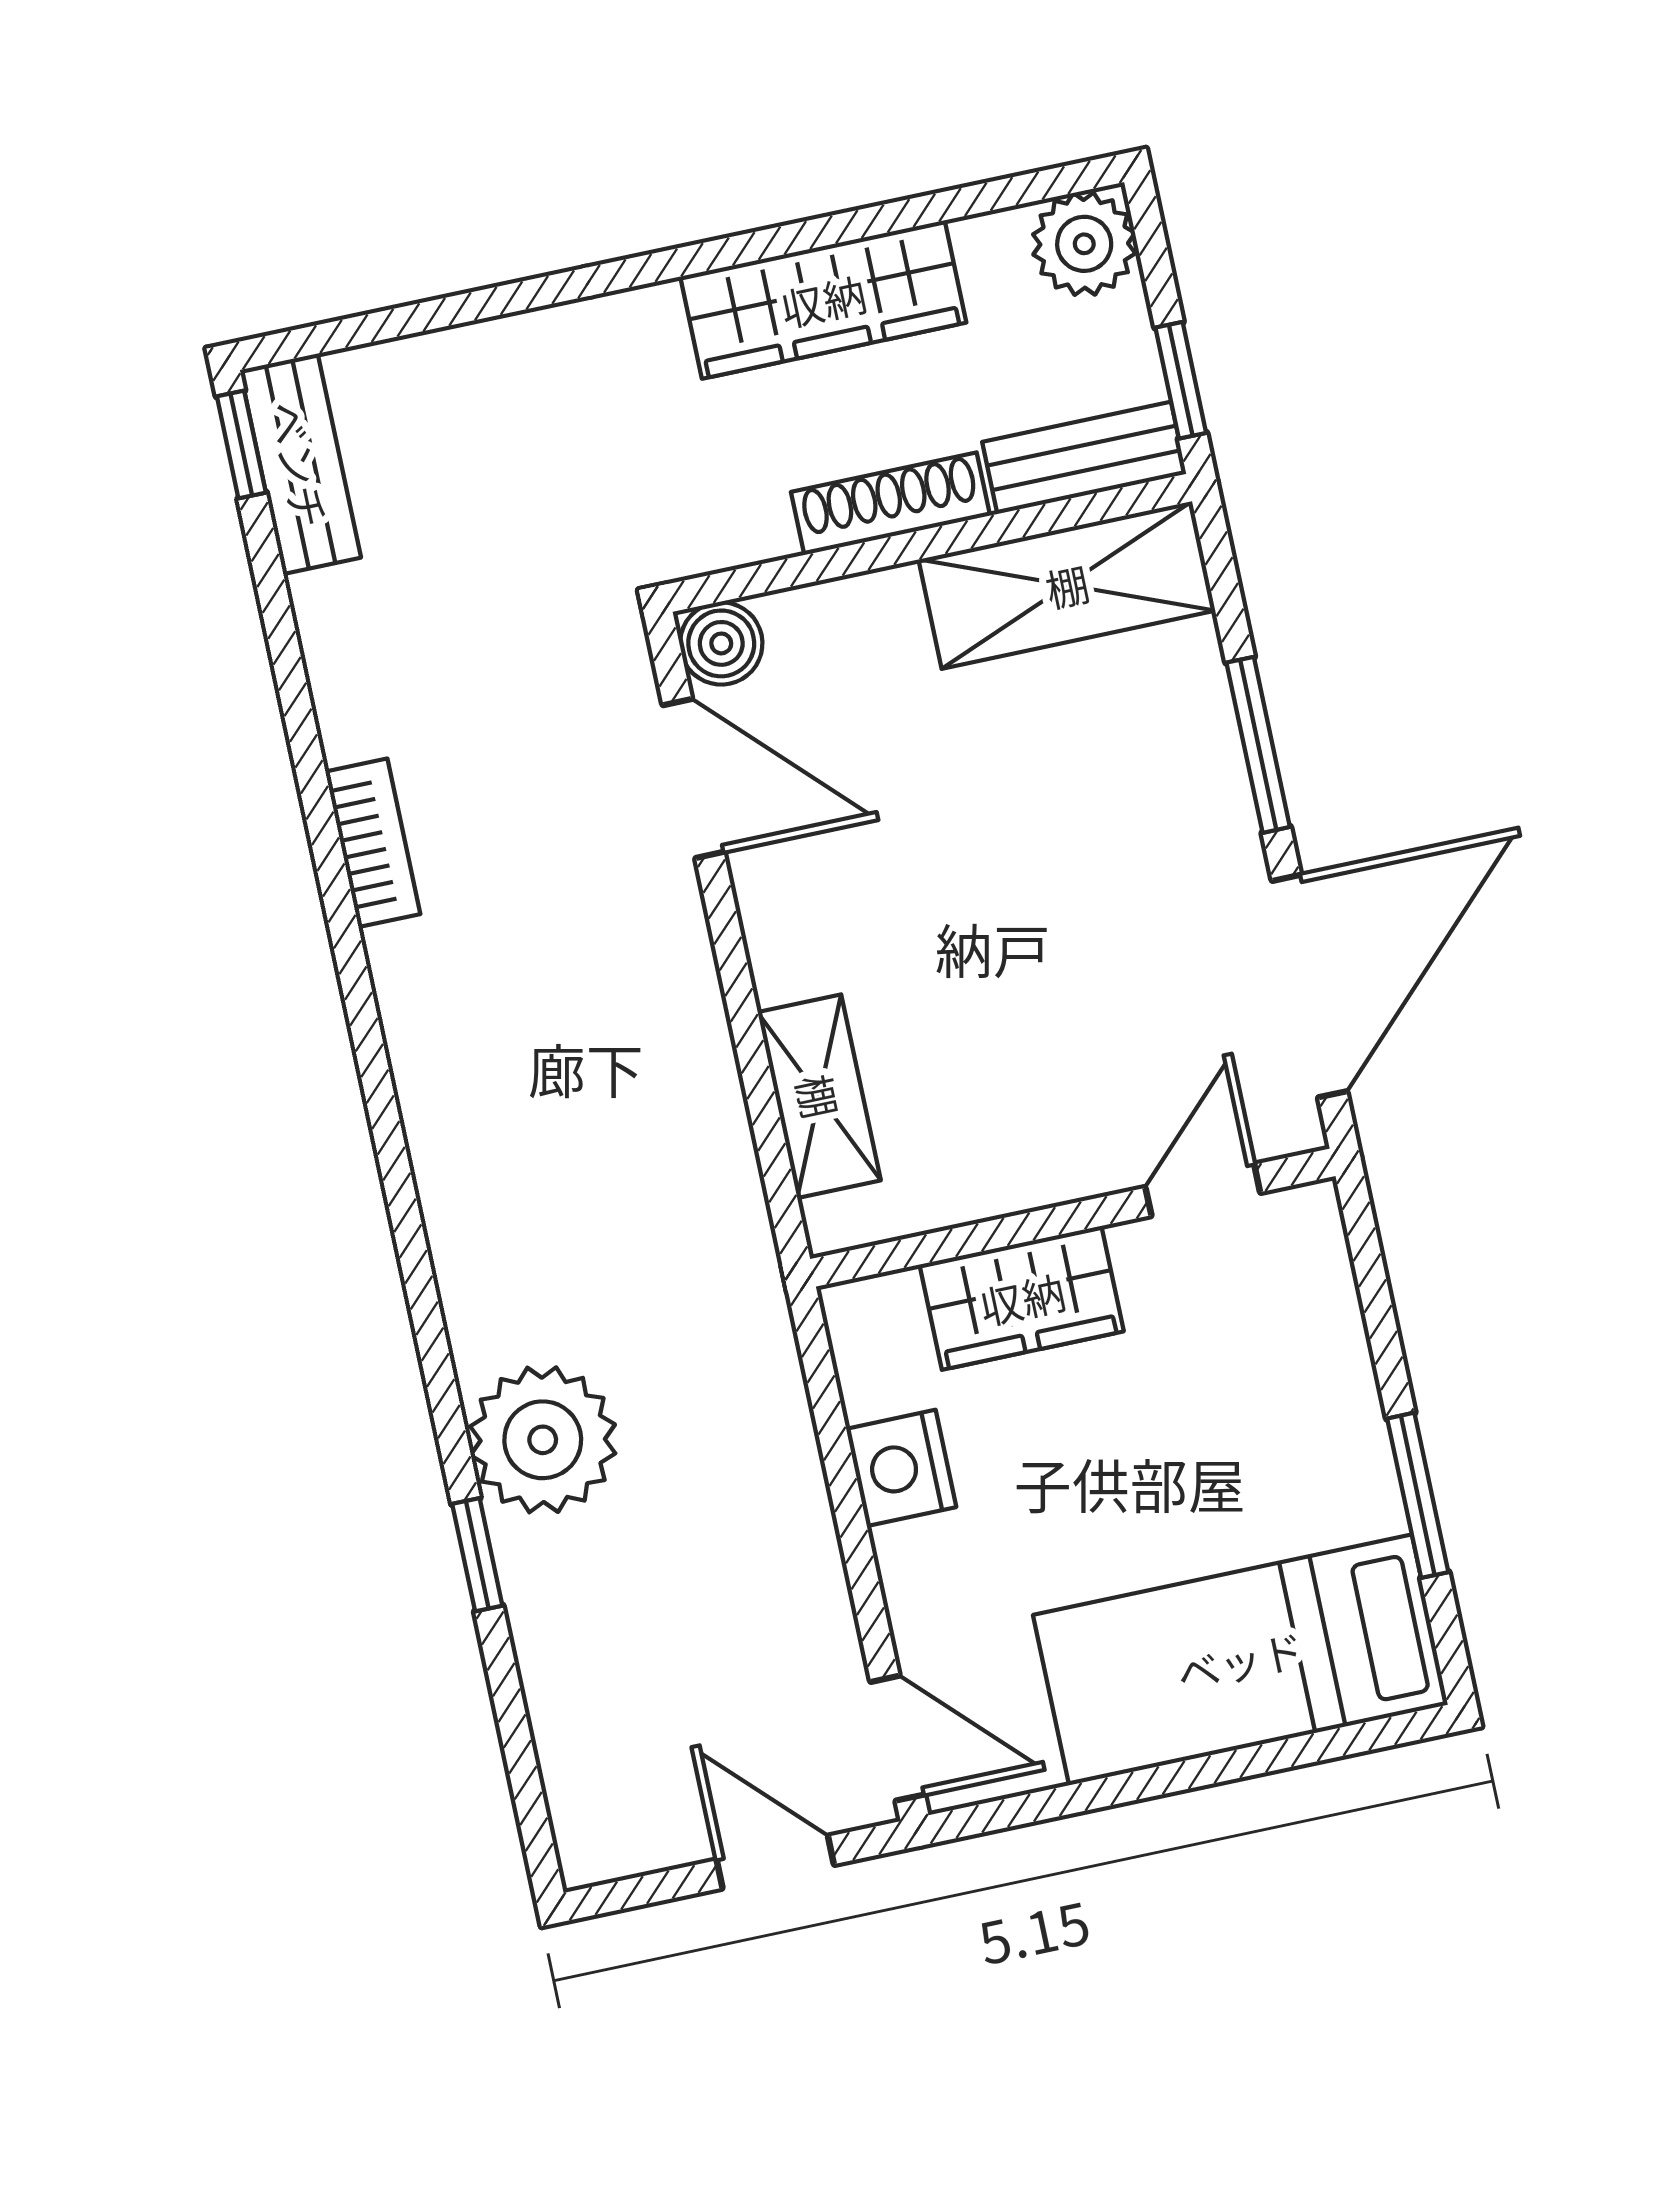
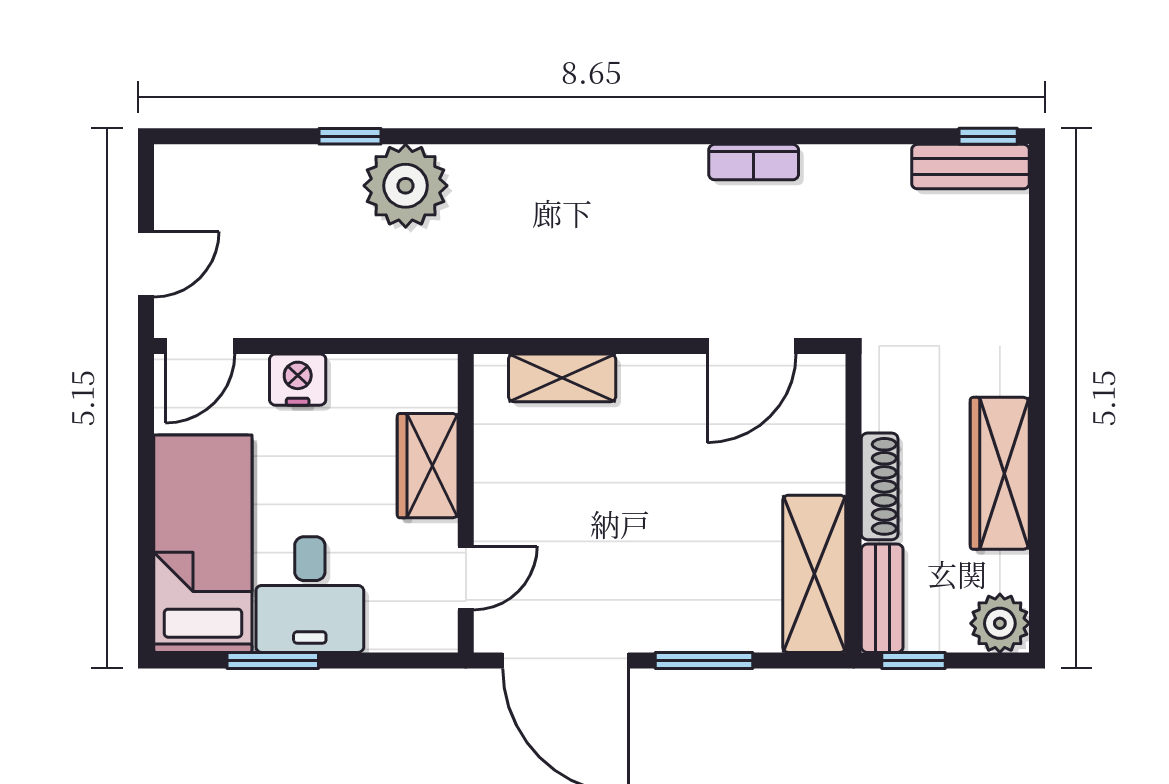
boiler: (721, 643) -> (823, 377), removed
door: (1203, 1190) -> (466, 578), hinge flipped
desk: (1289, 1455) -> (310, 595), added
nightstand: (901, 1468) -> (298, 380), moved

